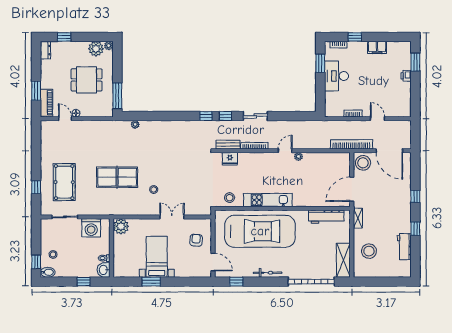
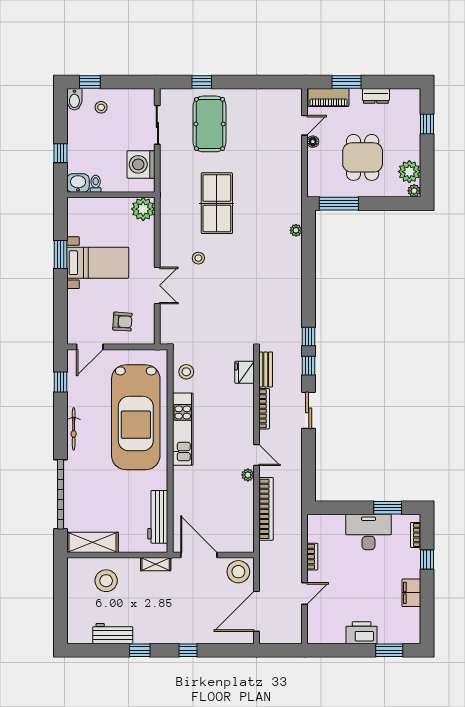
dresser: (45, 50) -> (376, 96), moved
printer: (406, 76) -> (362, 633), width x1.87, depth x1.48
bookcase: (351, 144) -> (266, 509), moved
pool table: (64, 182) -> (210, 124), turned 90

